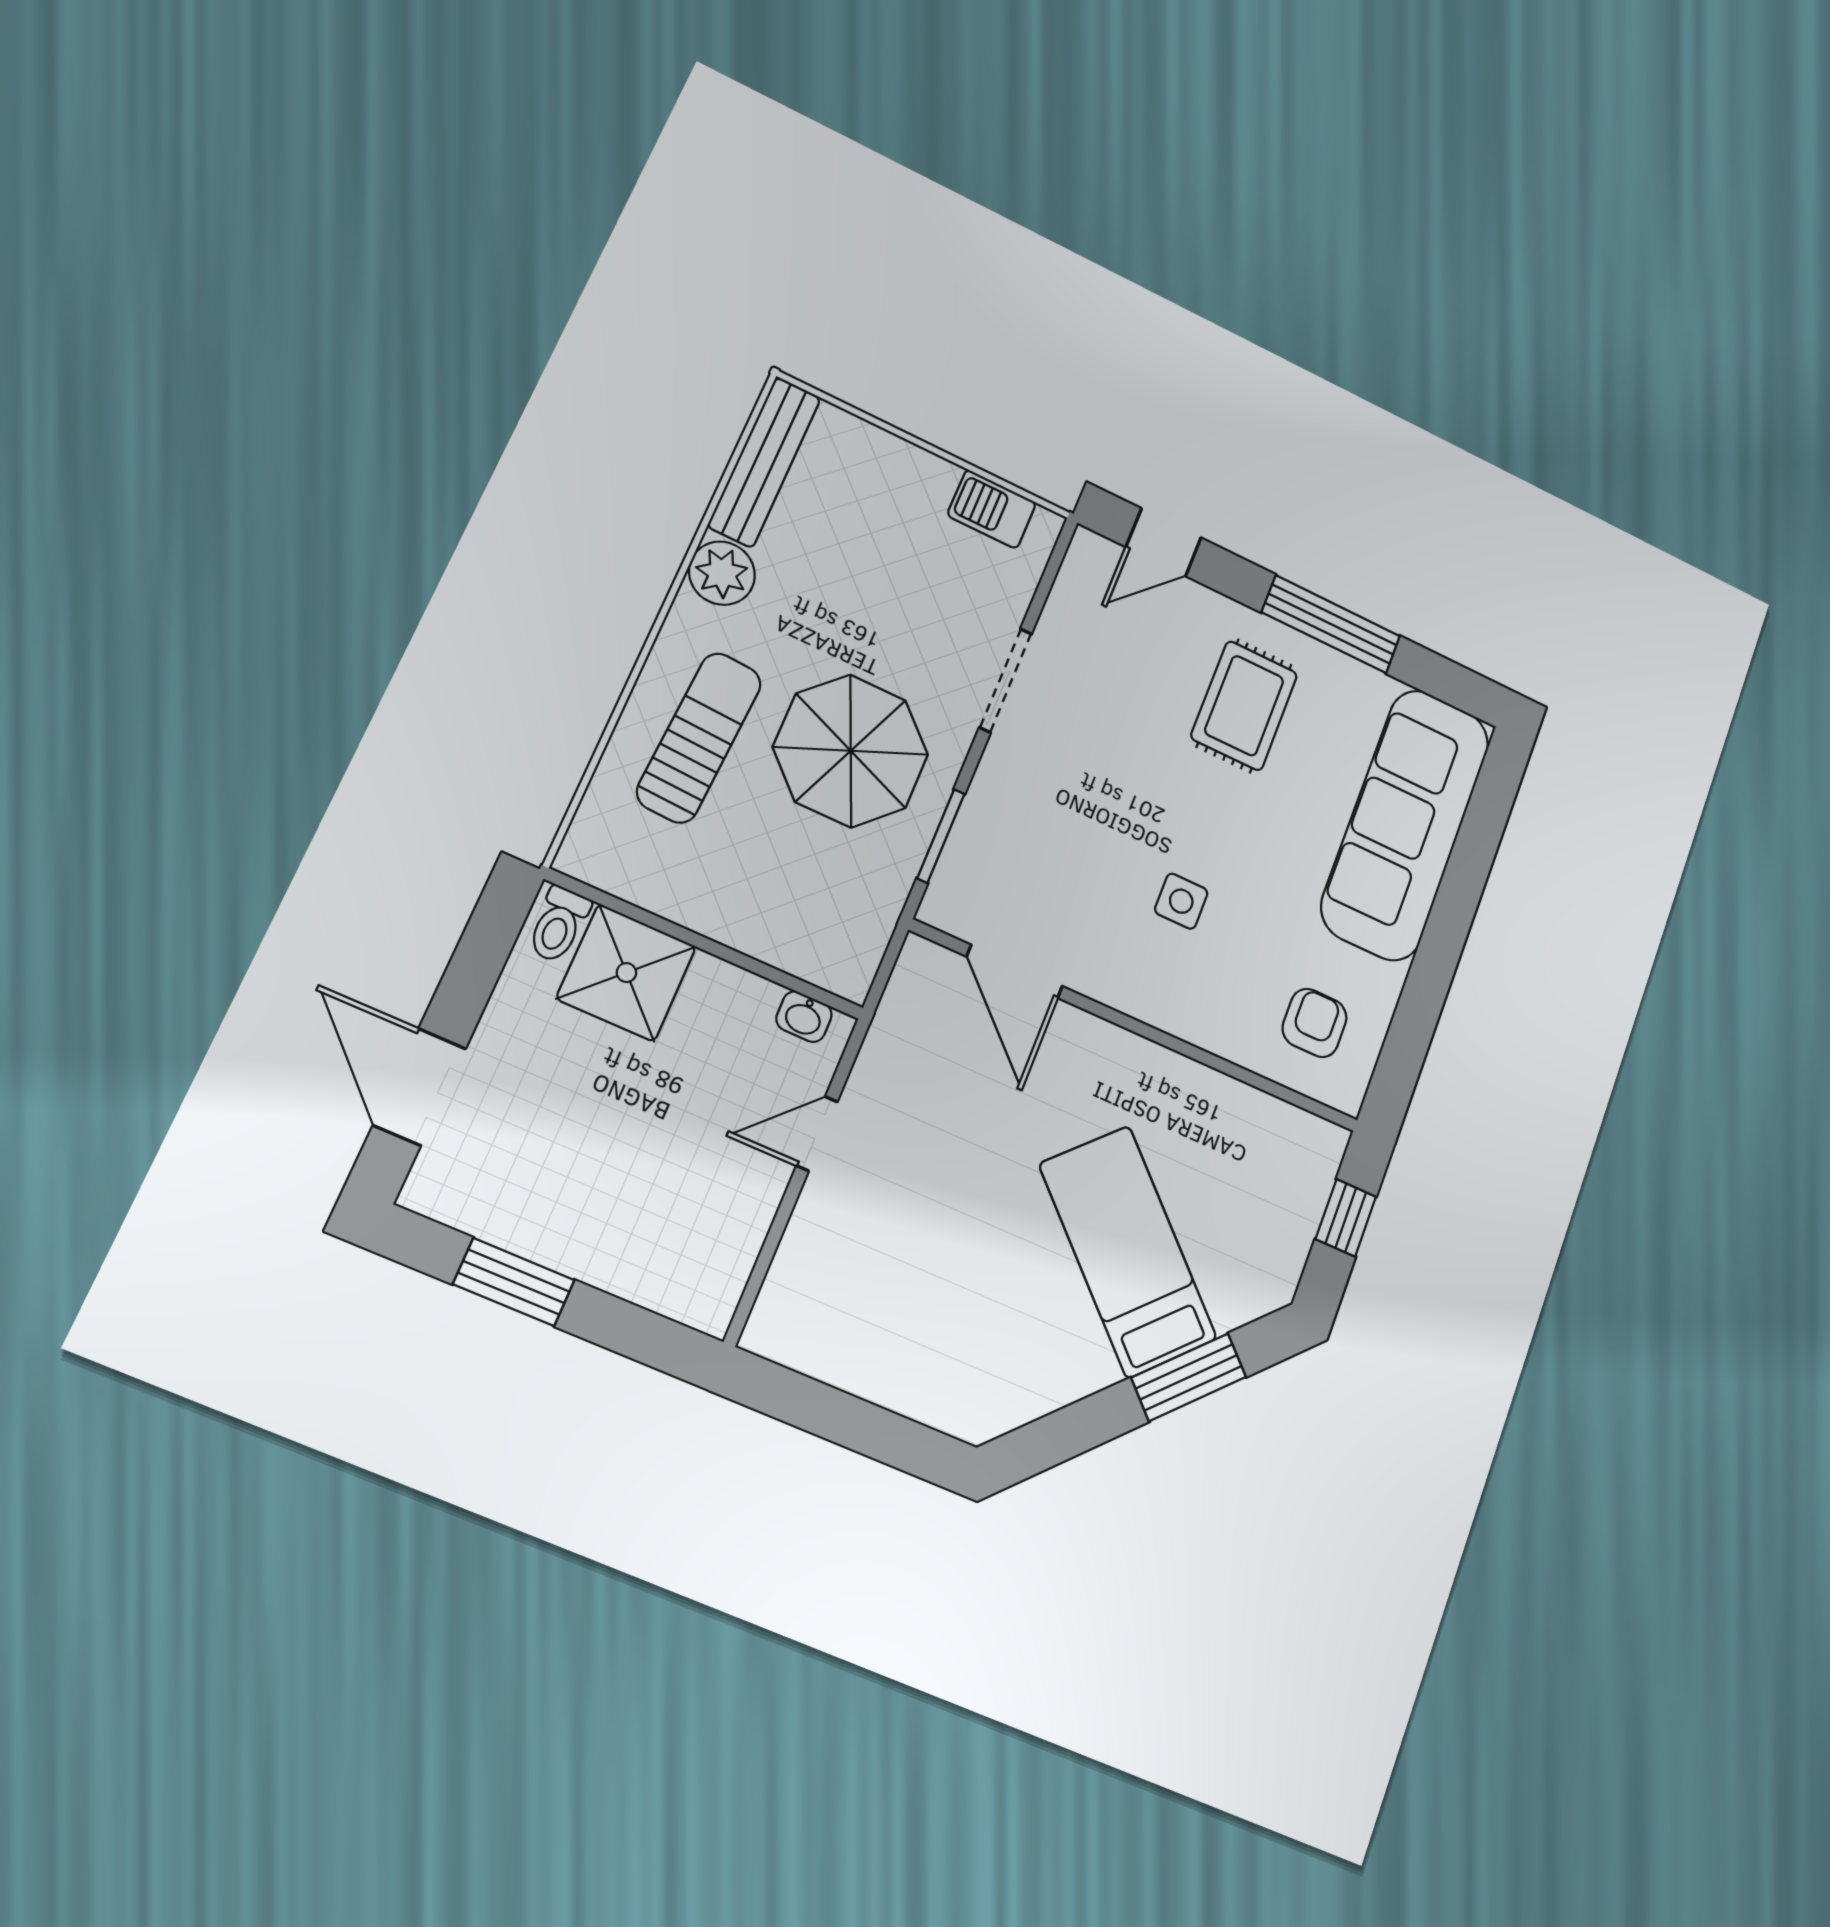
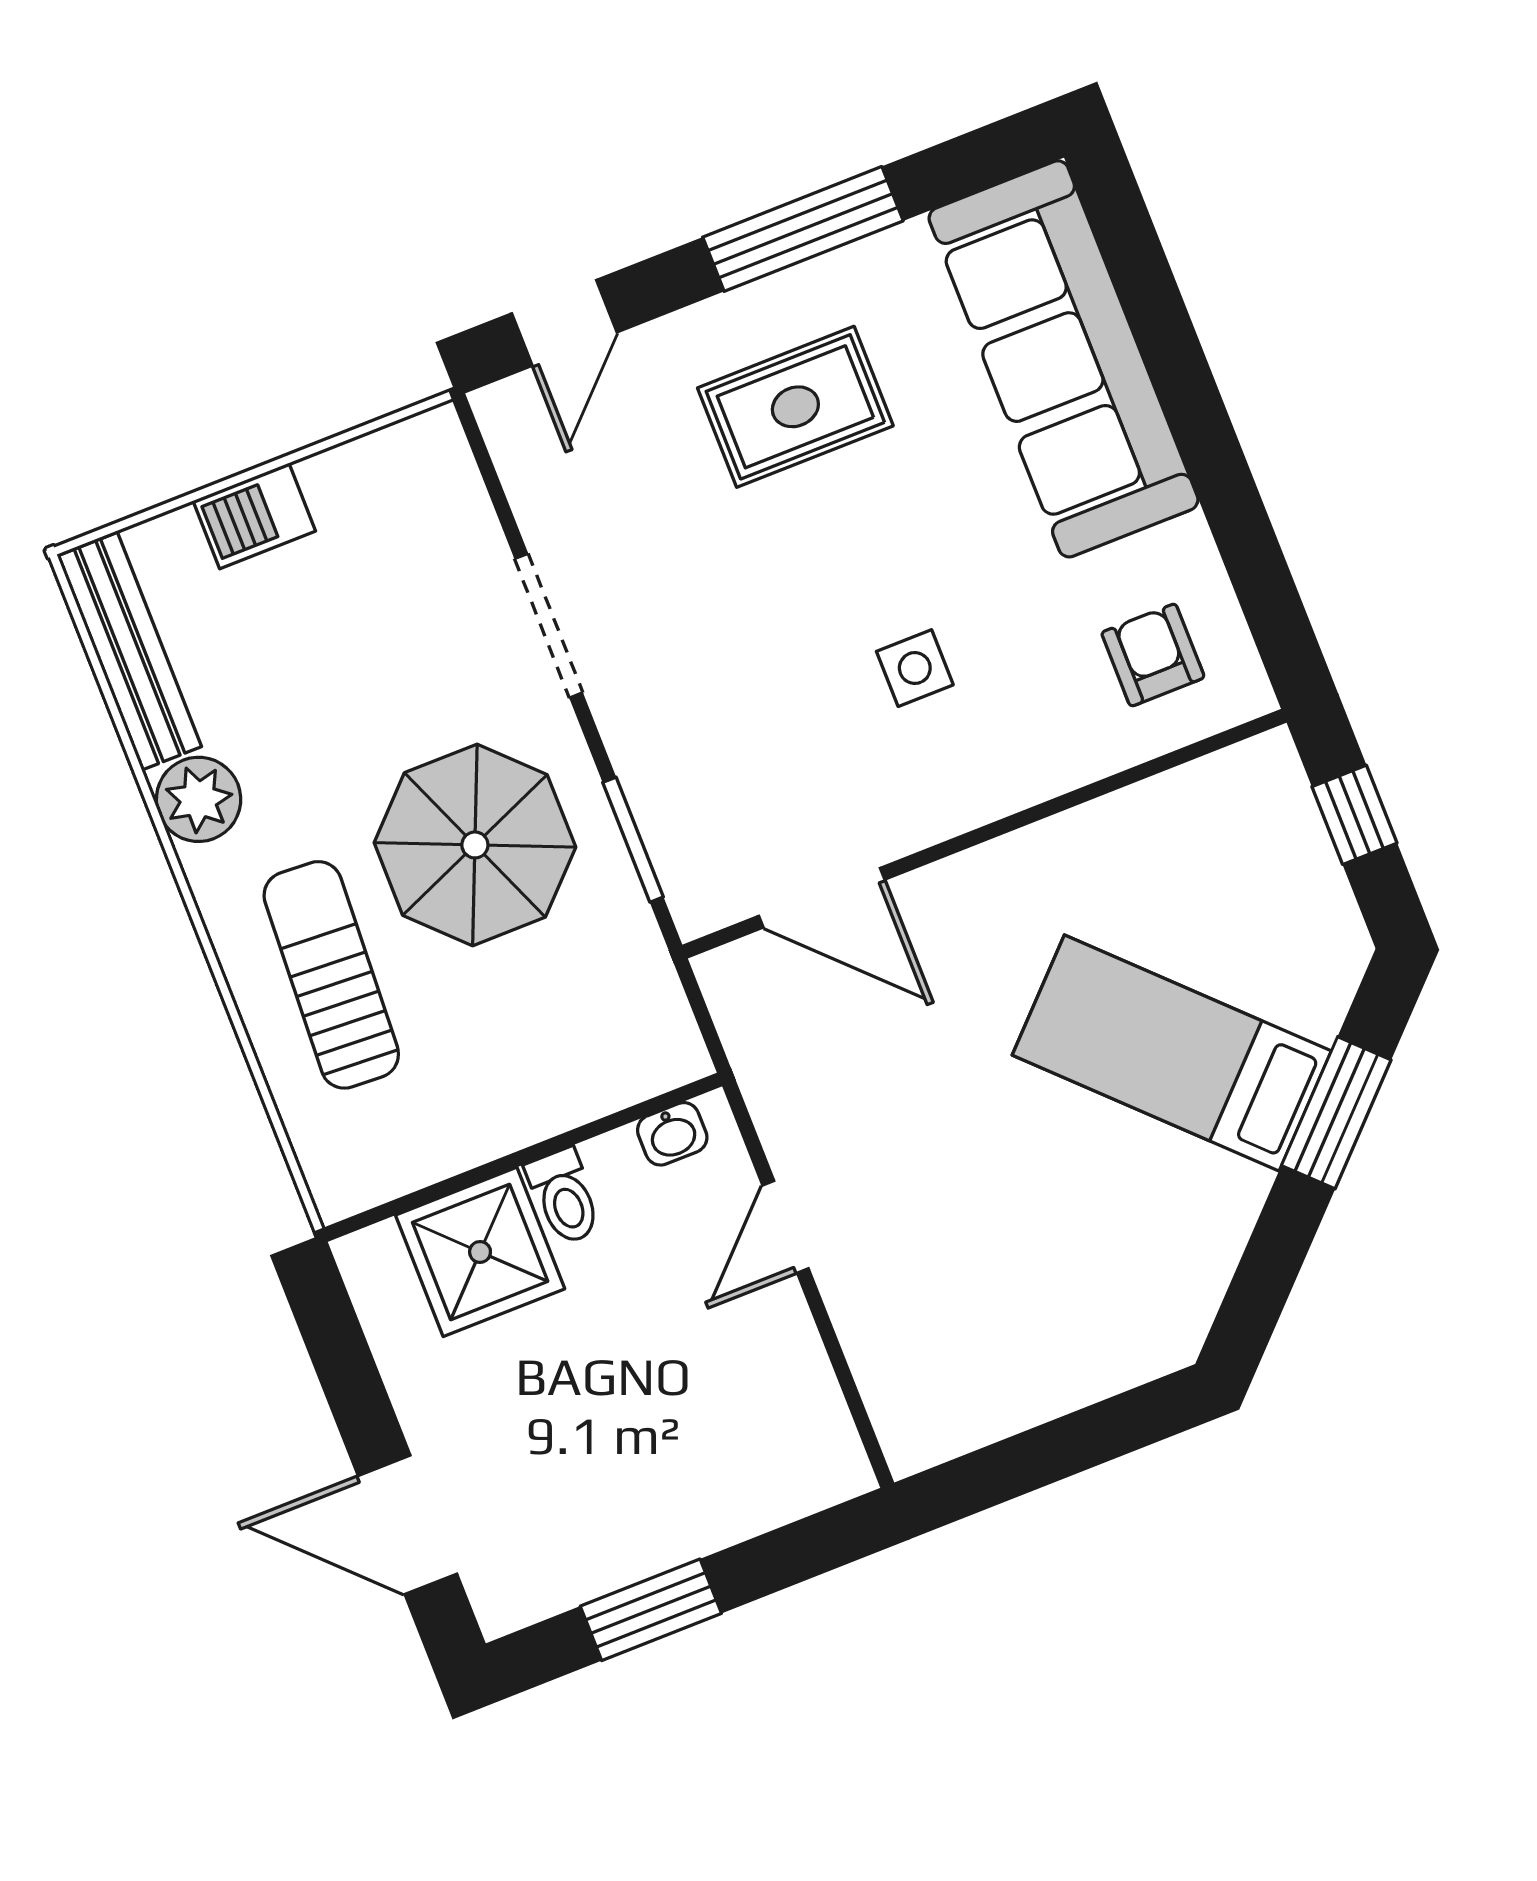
barbecue: (992, 509) -> (254, 516), moved
rug: (1244, 706) -> (795, 407), turned 90
toilet: (559, 924) -> (564, 1197), moved

